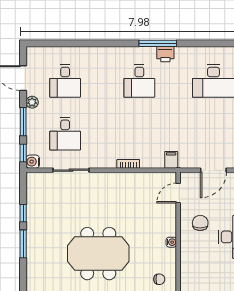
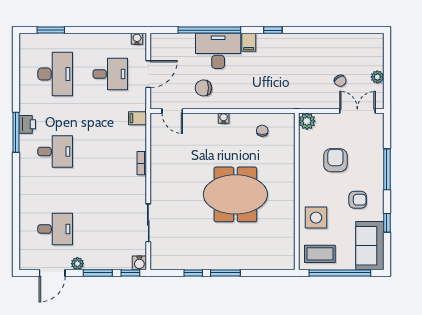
desk: (65, 134) -> (110, 74), moved
door: (213, 170) -> (148, 74), hinge flipped
meeting table: (98, 254) -> (235, 194), turned 90

